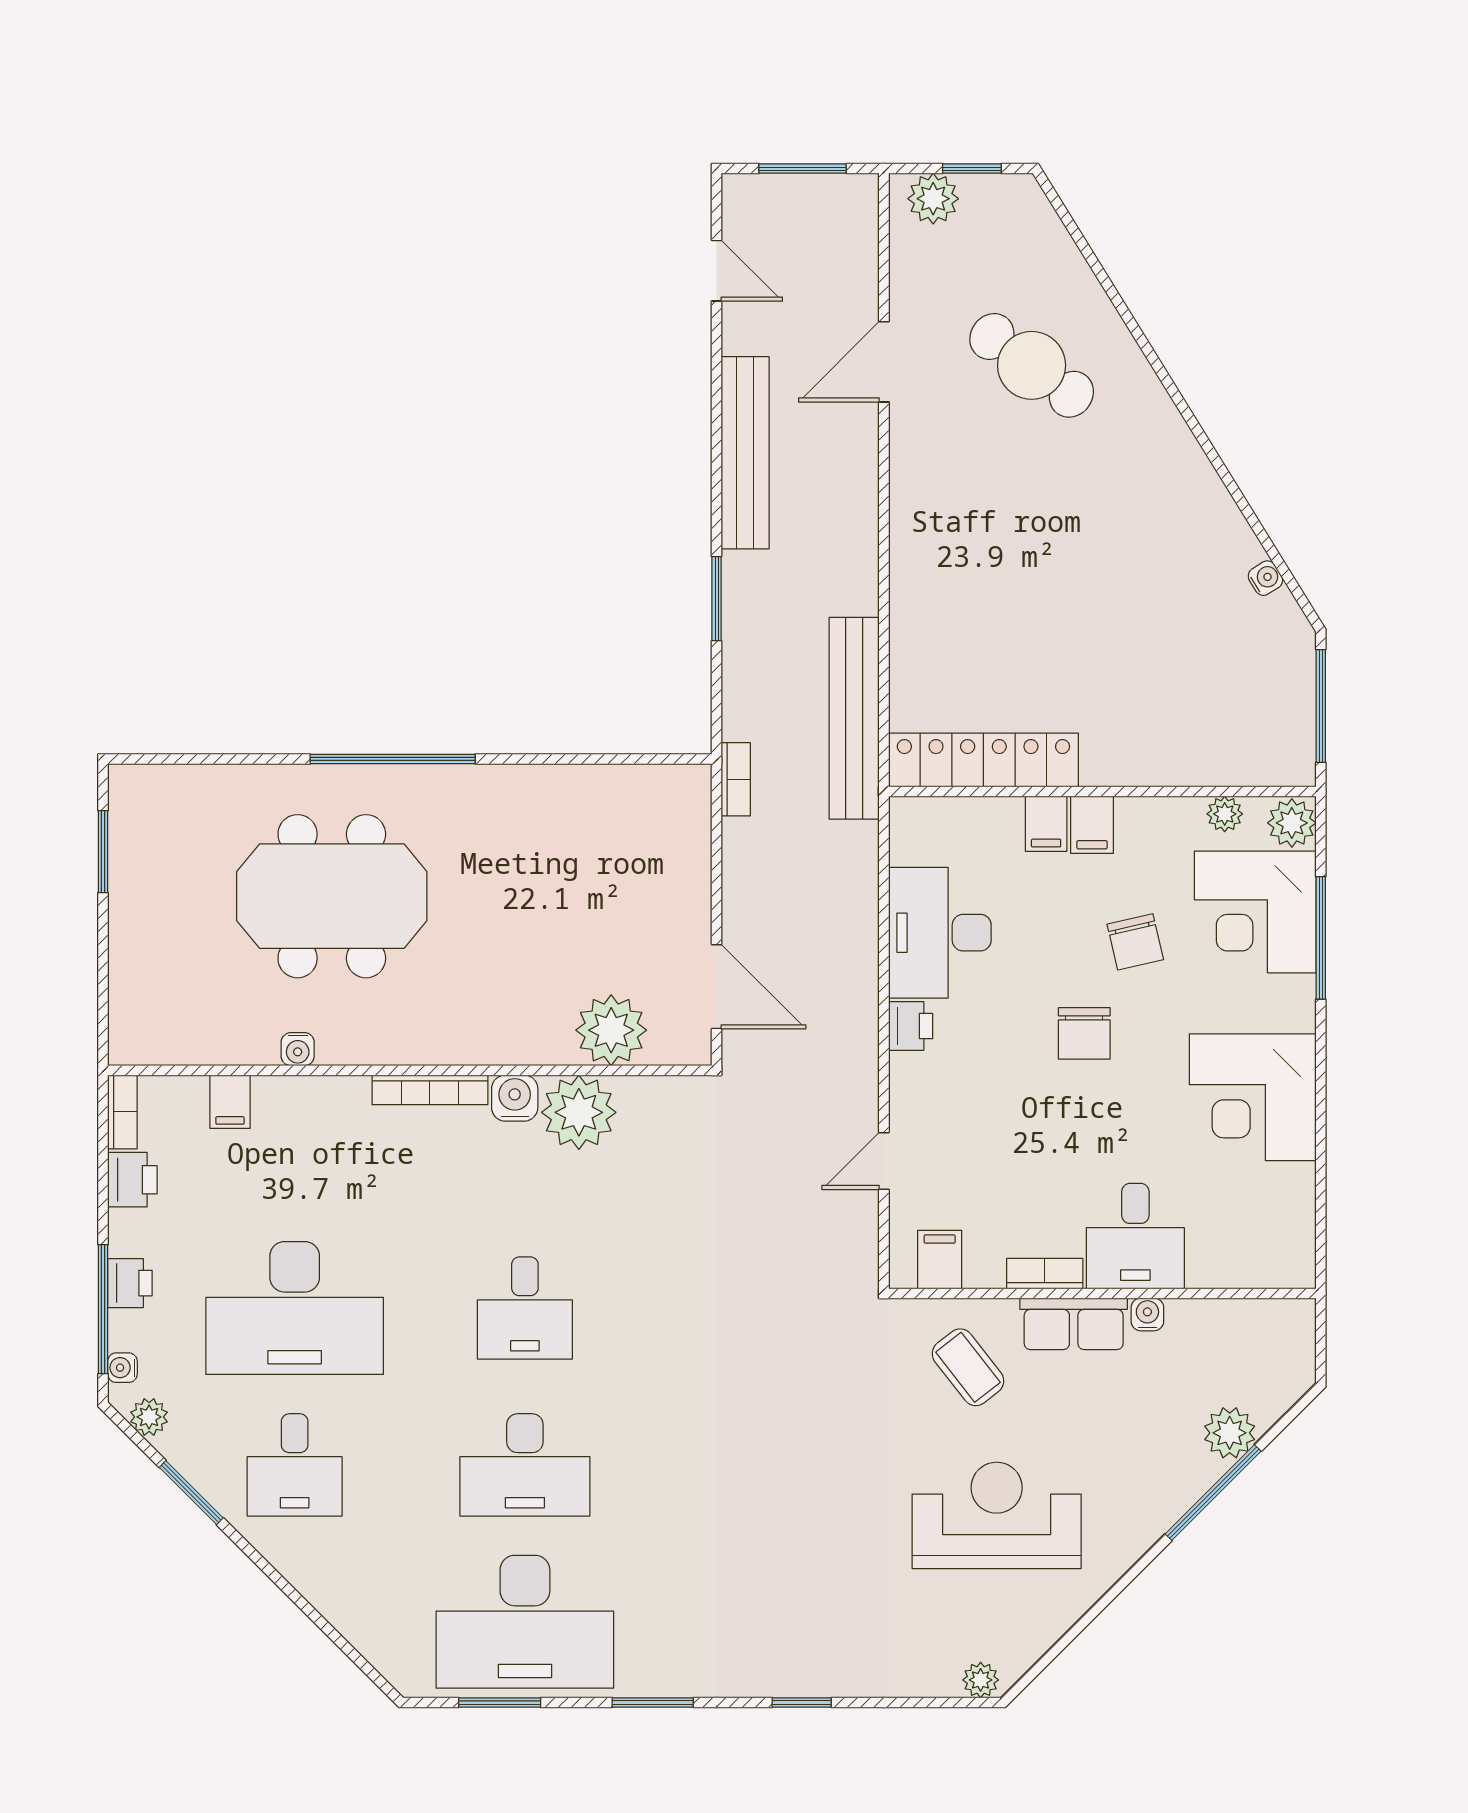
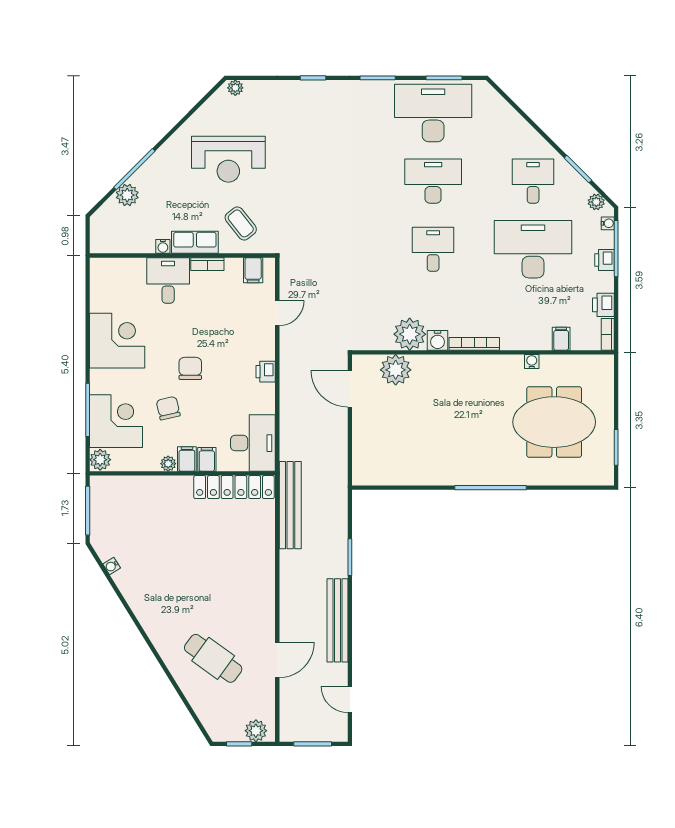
bookcase: (736, 779) -> (342, 479), removed
plant: (1225, 814) -> (168, 464), moved
meeting table: (332, 896) -> (554, 422), moved
desk: (940, 933) -> (253, 443), moved

